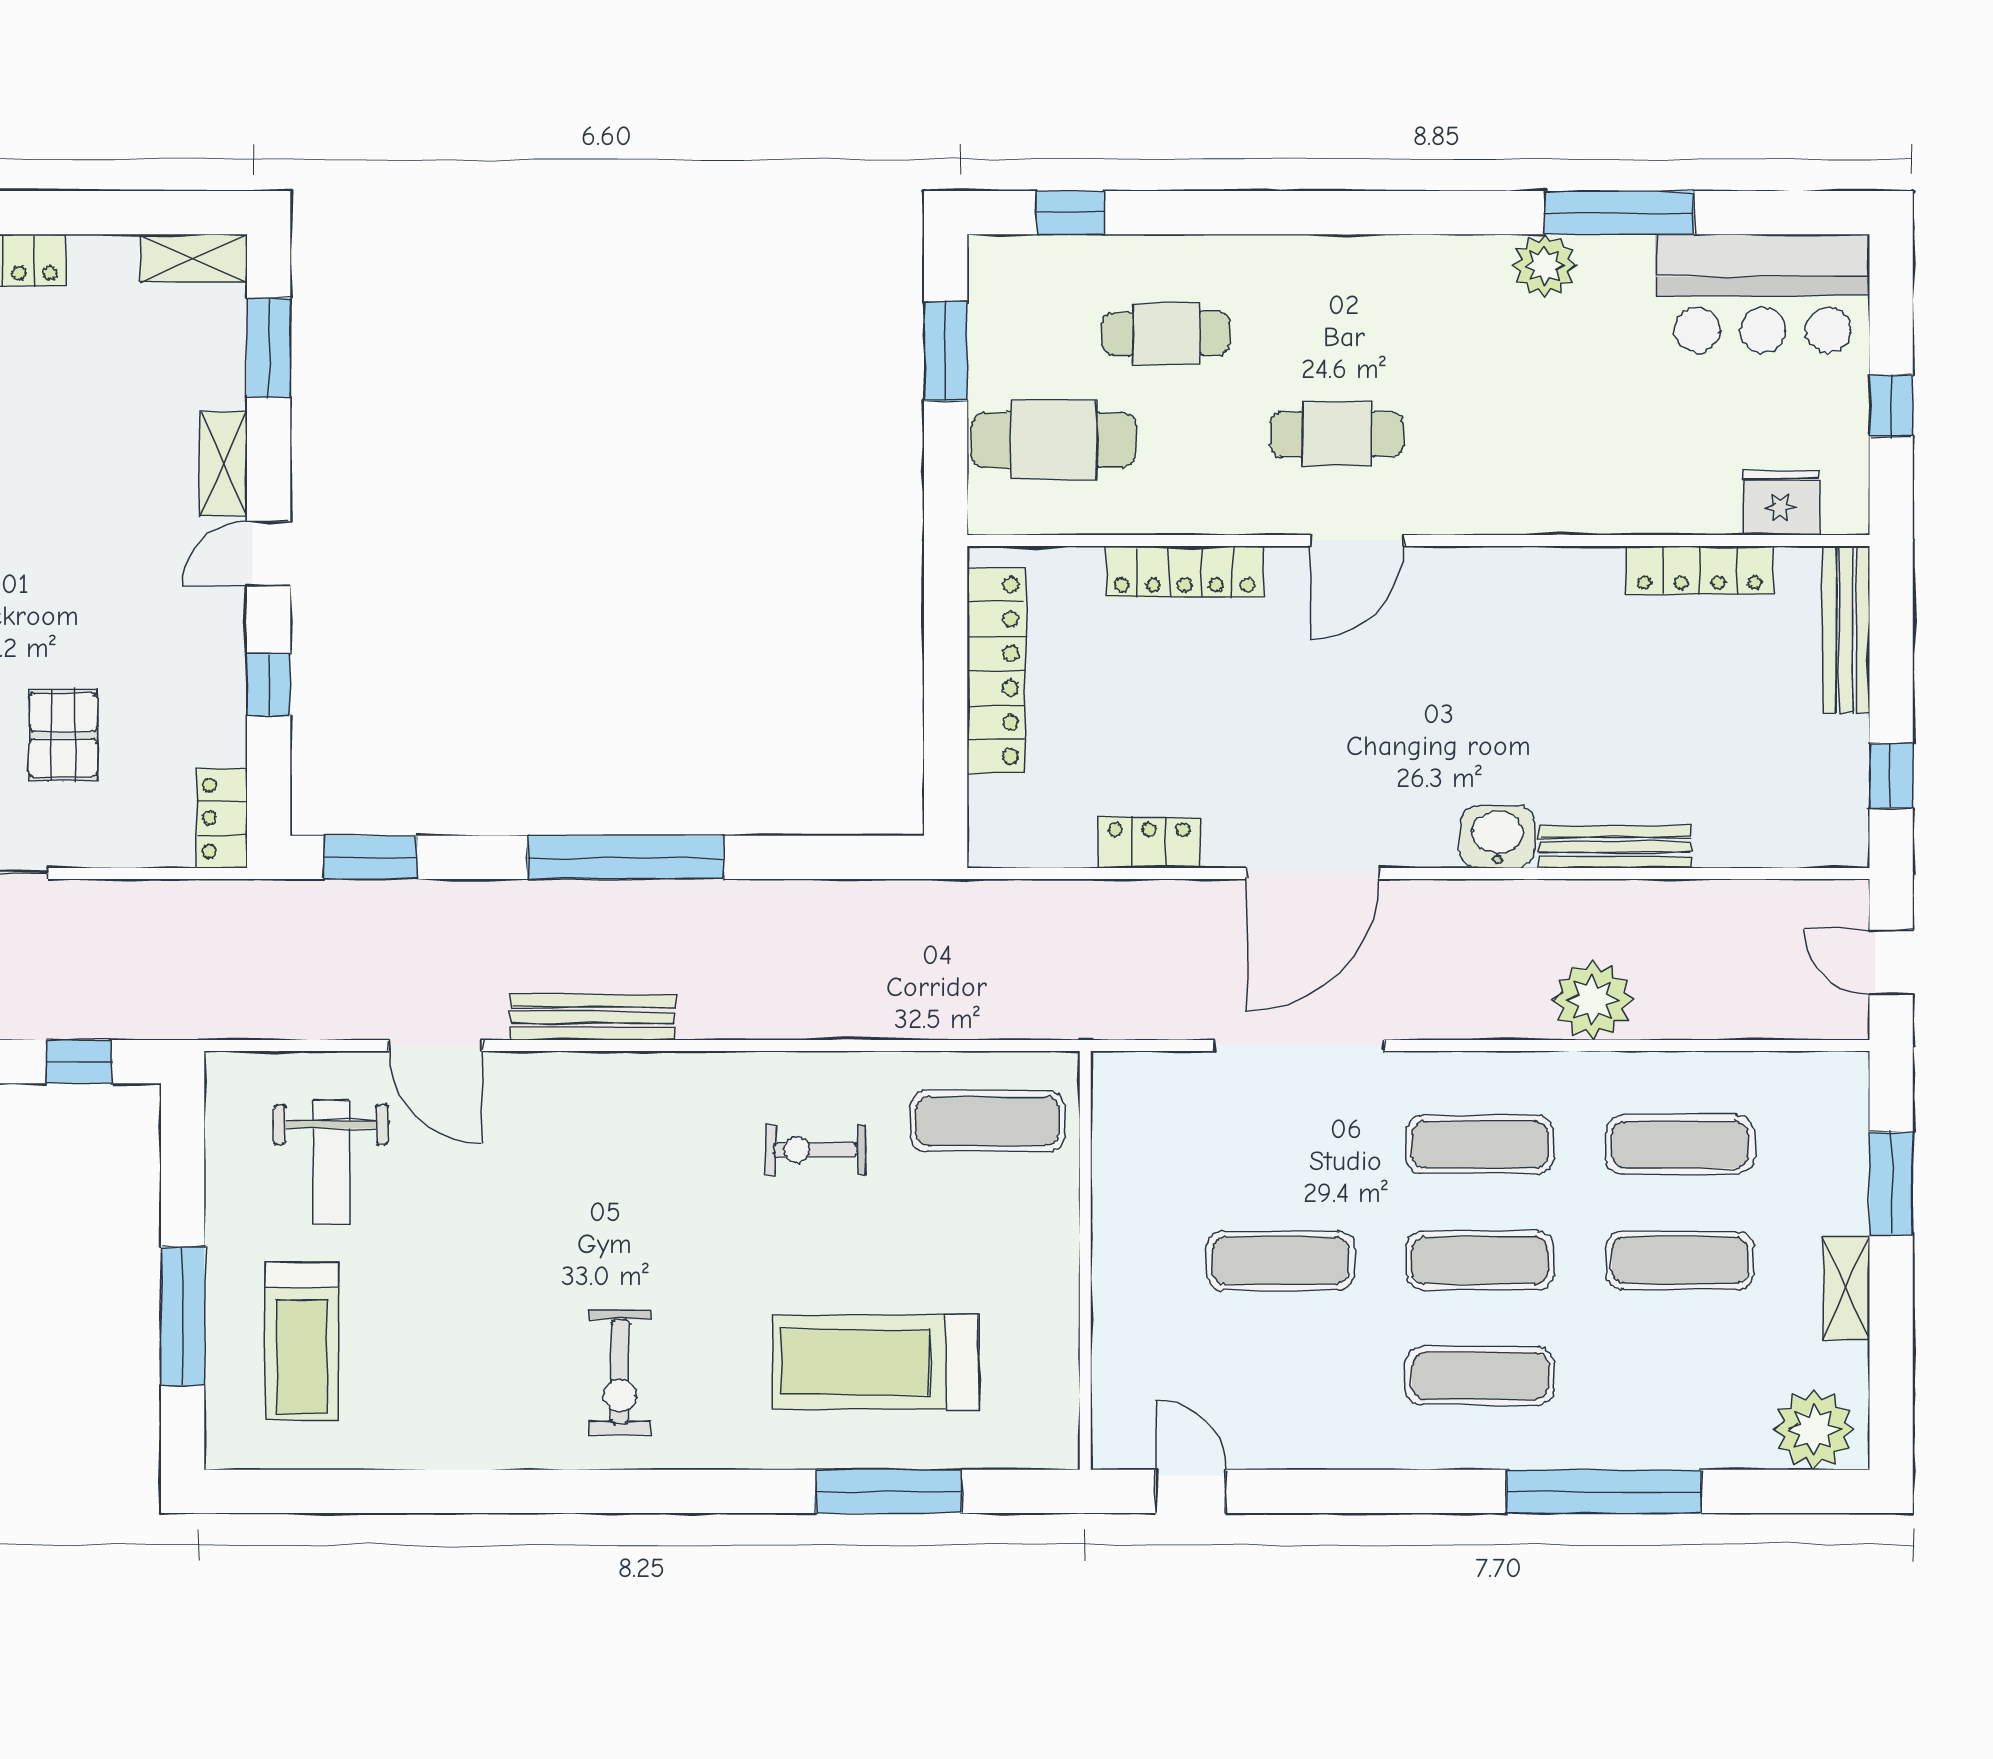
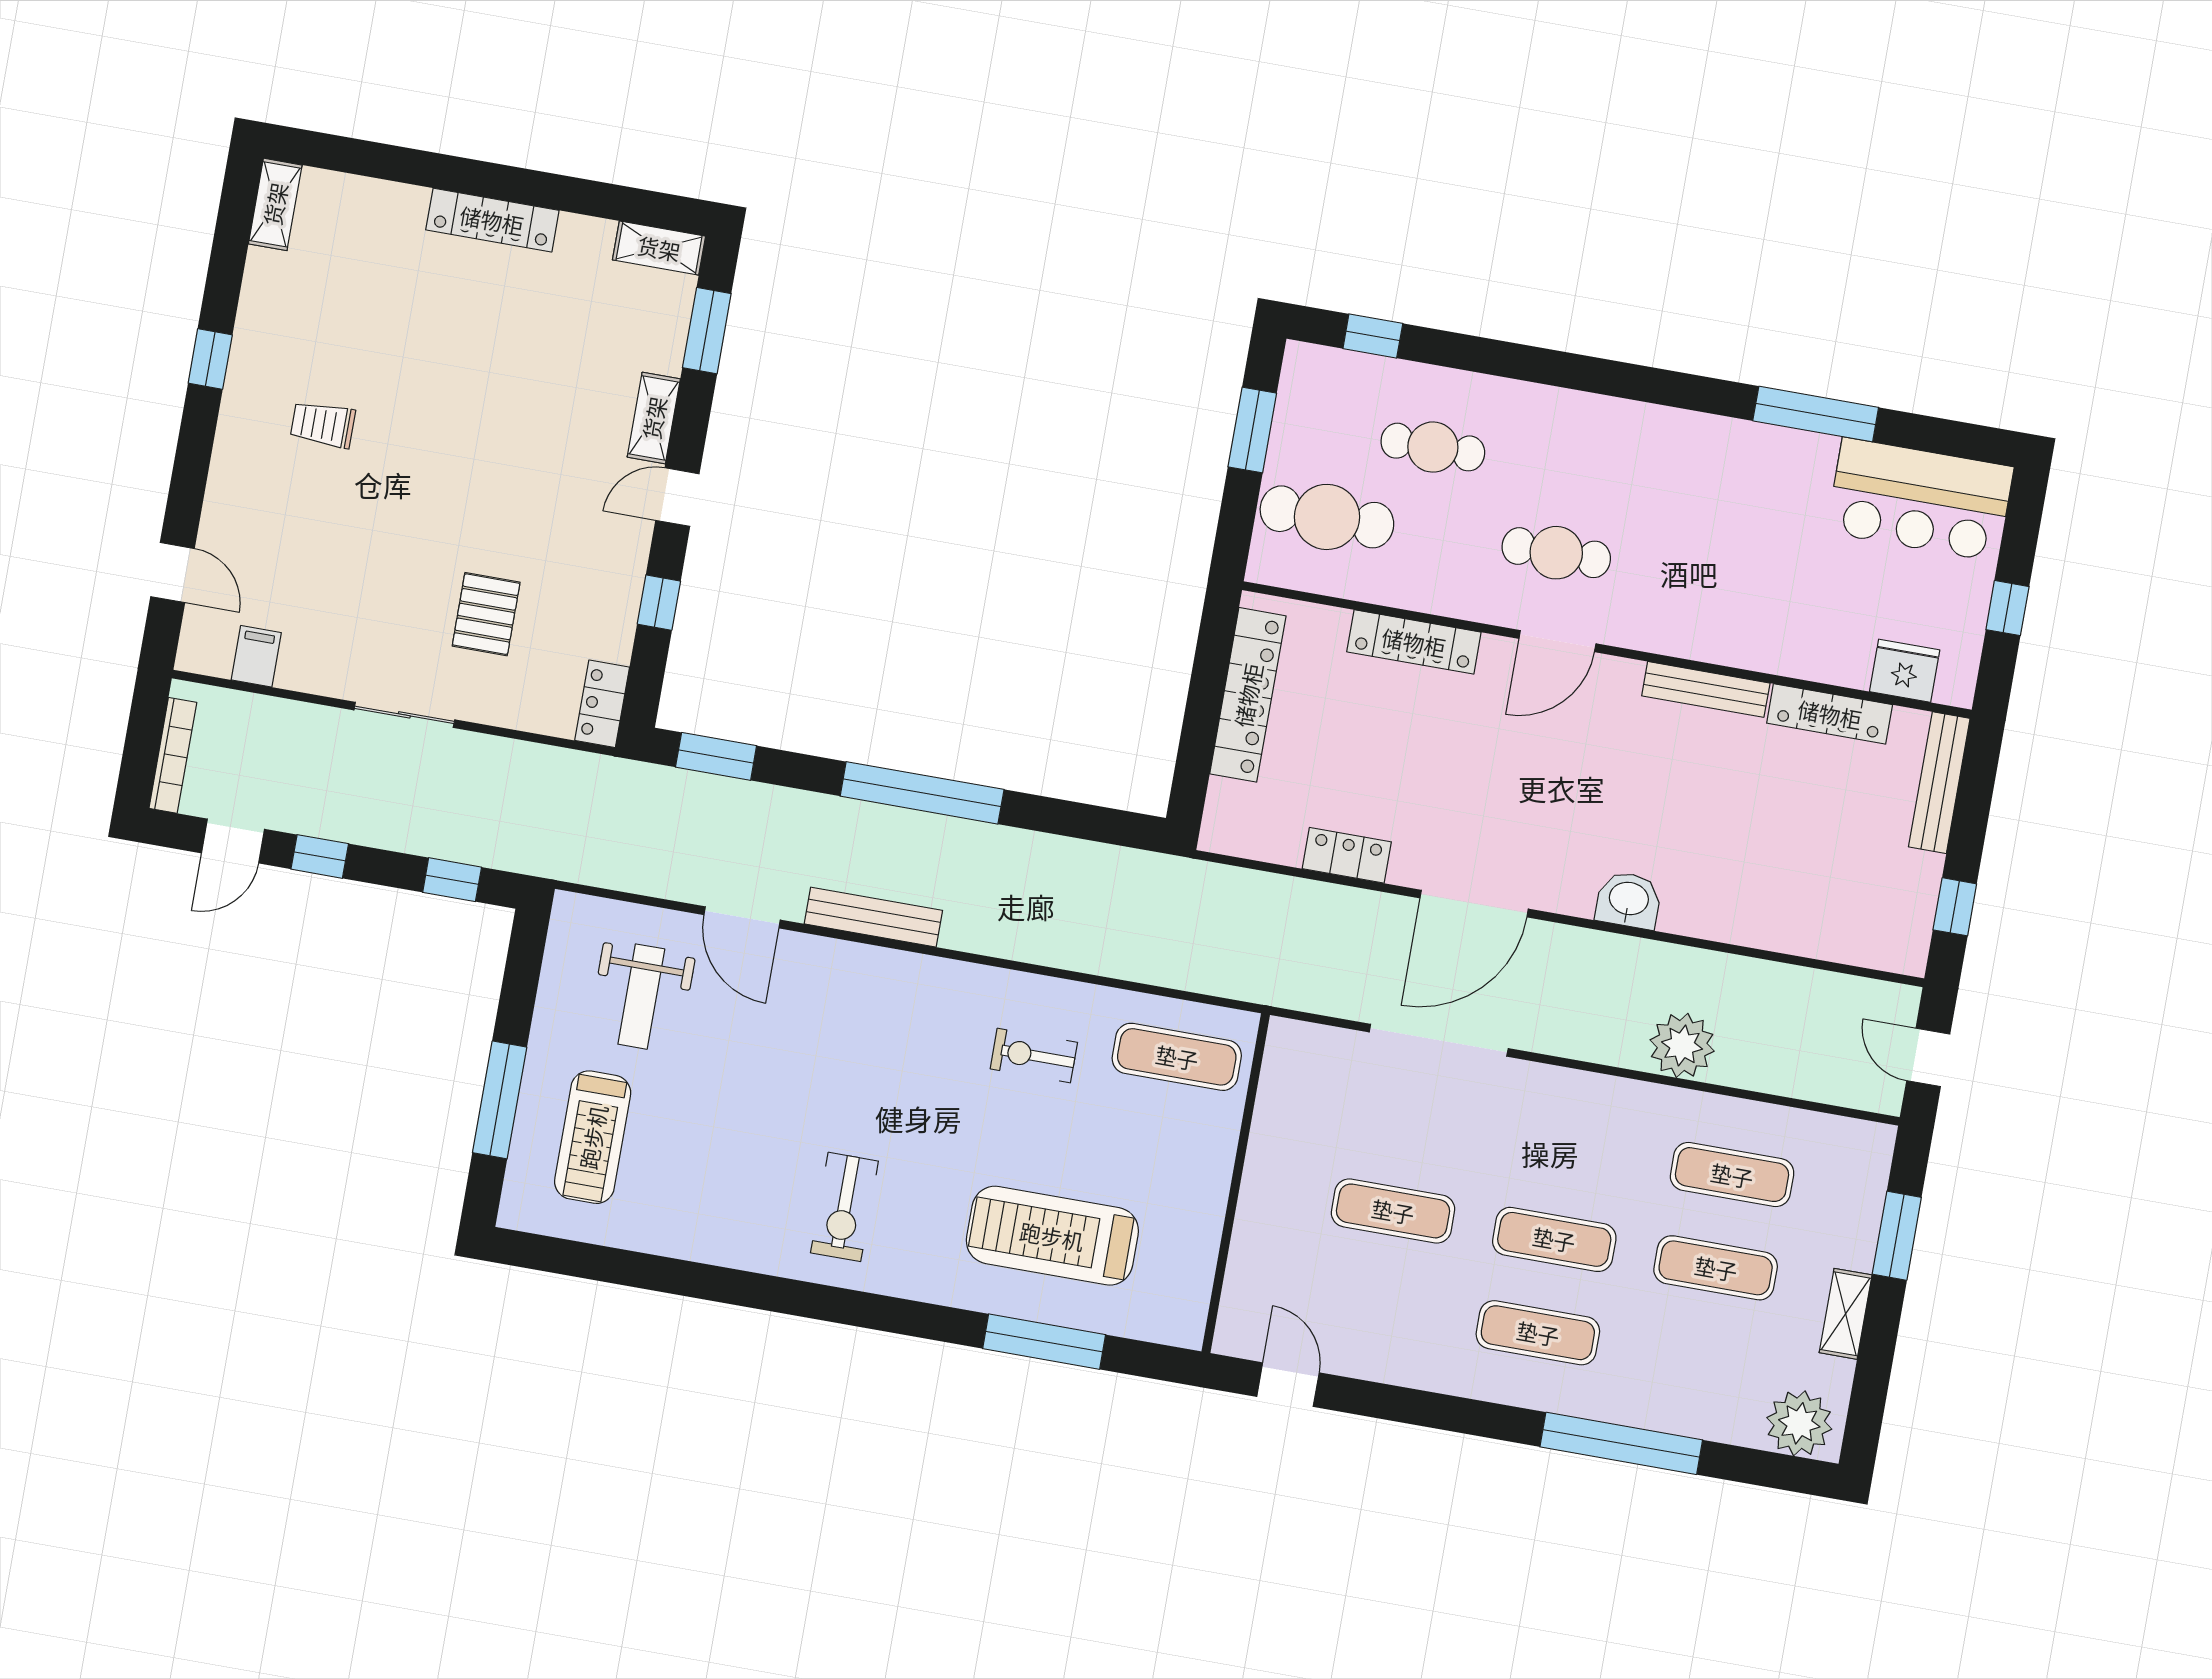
plant: (1545, 266) -> (1748, 446), removed
bench: (1615, 847) -> (1706, 689), moved
exercise mat: (1480, 1145) -> (1571, 1146), removed

